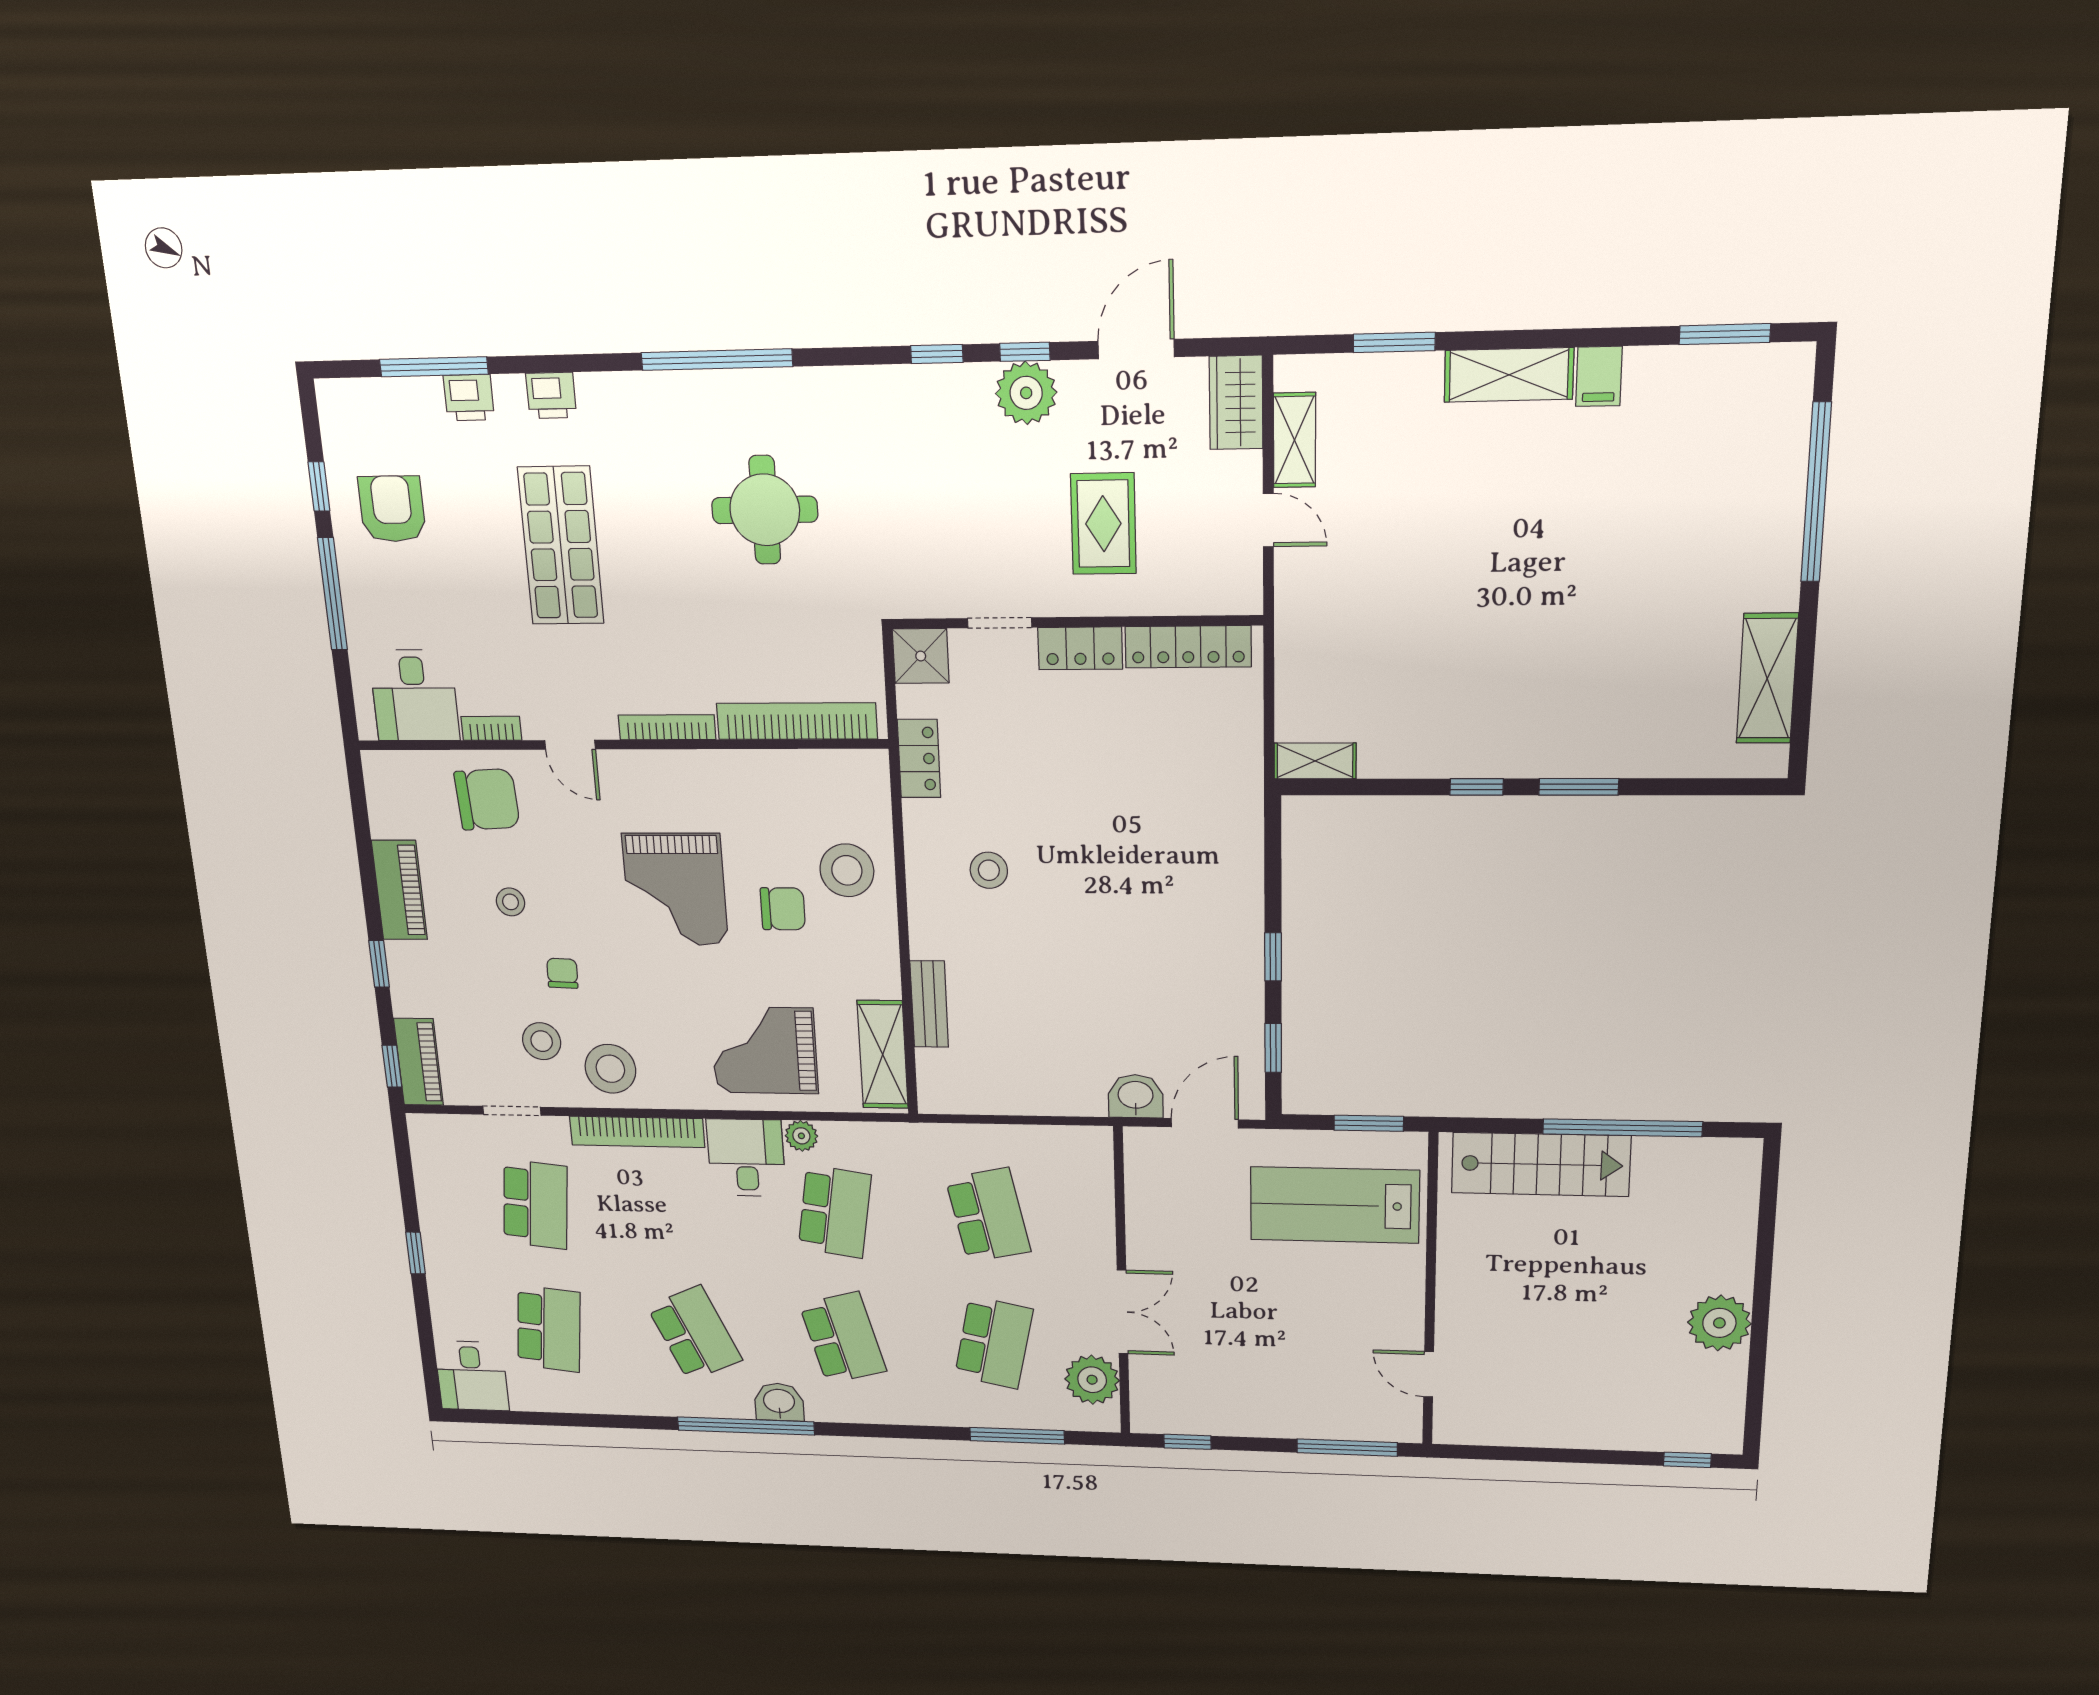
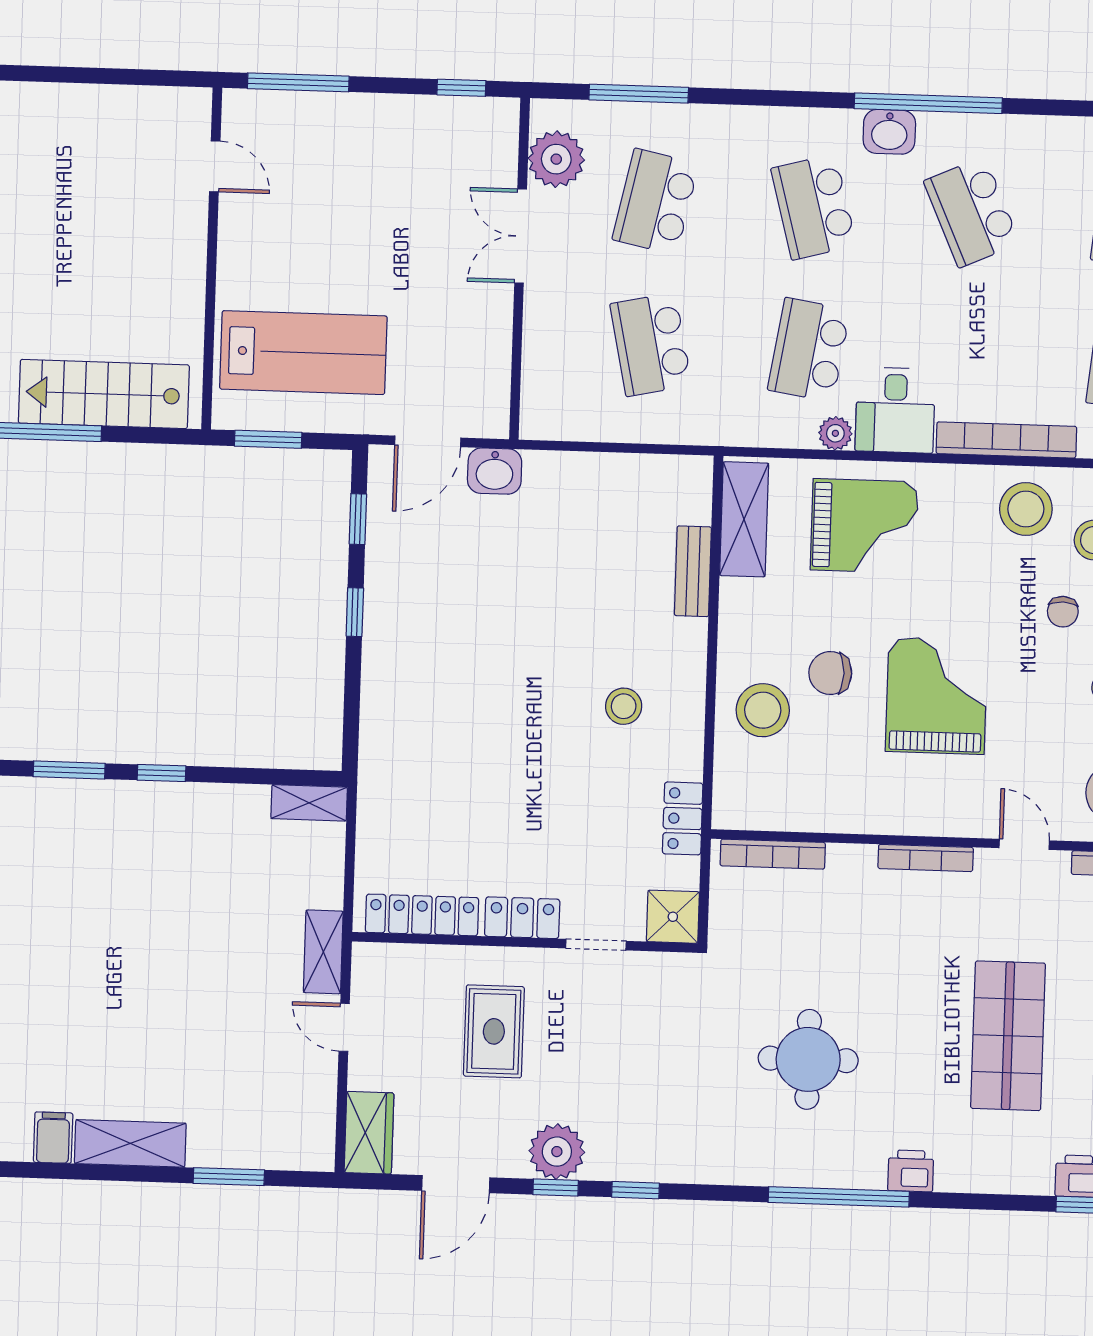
printer: (551, 395) -> (911, 1171), moved
shelving: (1294, 440) -> (323, 952), moved
bookcase: (797, 721) -> (773, 854), width x0.68, depth x0.76

